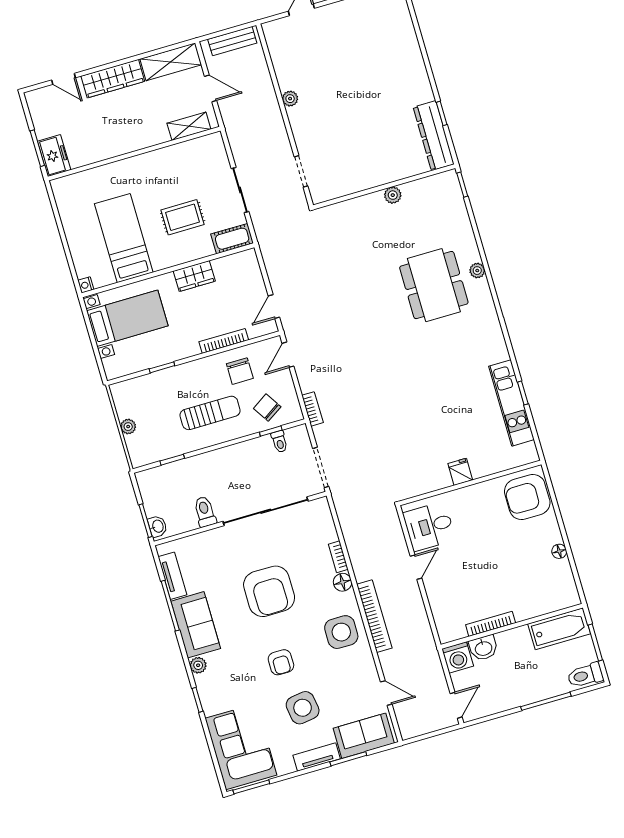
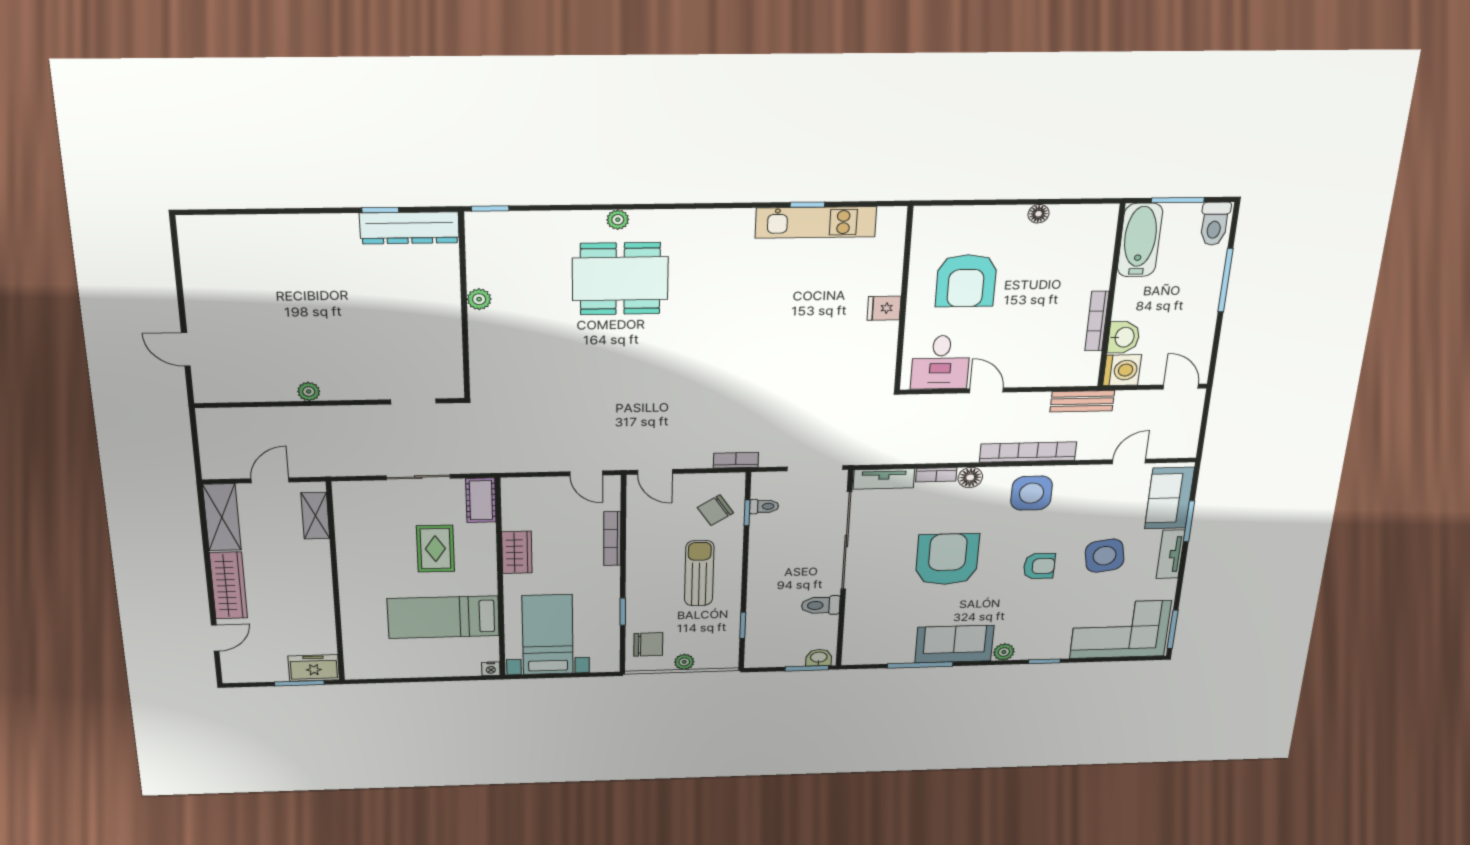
bench: (232, 41) -> (1082, 401), moved, turned 90
chair: (240, 371) -> (648, 644), moved
armchair: (527, 497) -> (966, 281), moved
tv unit: (172, 576) -> (884, 479), moved, turned 180
armchair: (269, 591) -> (947, 559), turned -90

